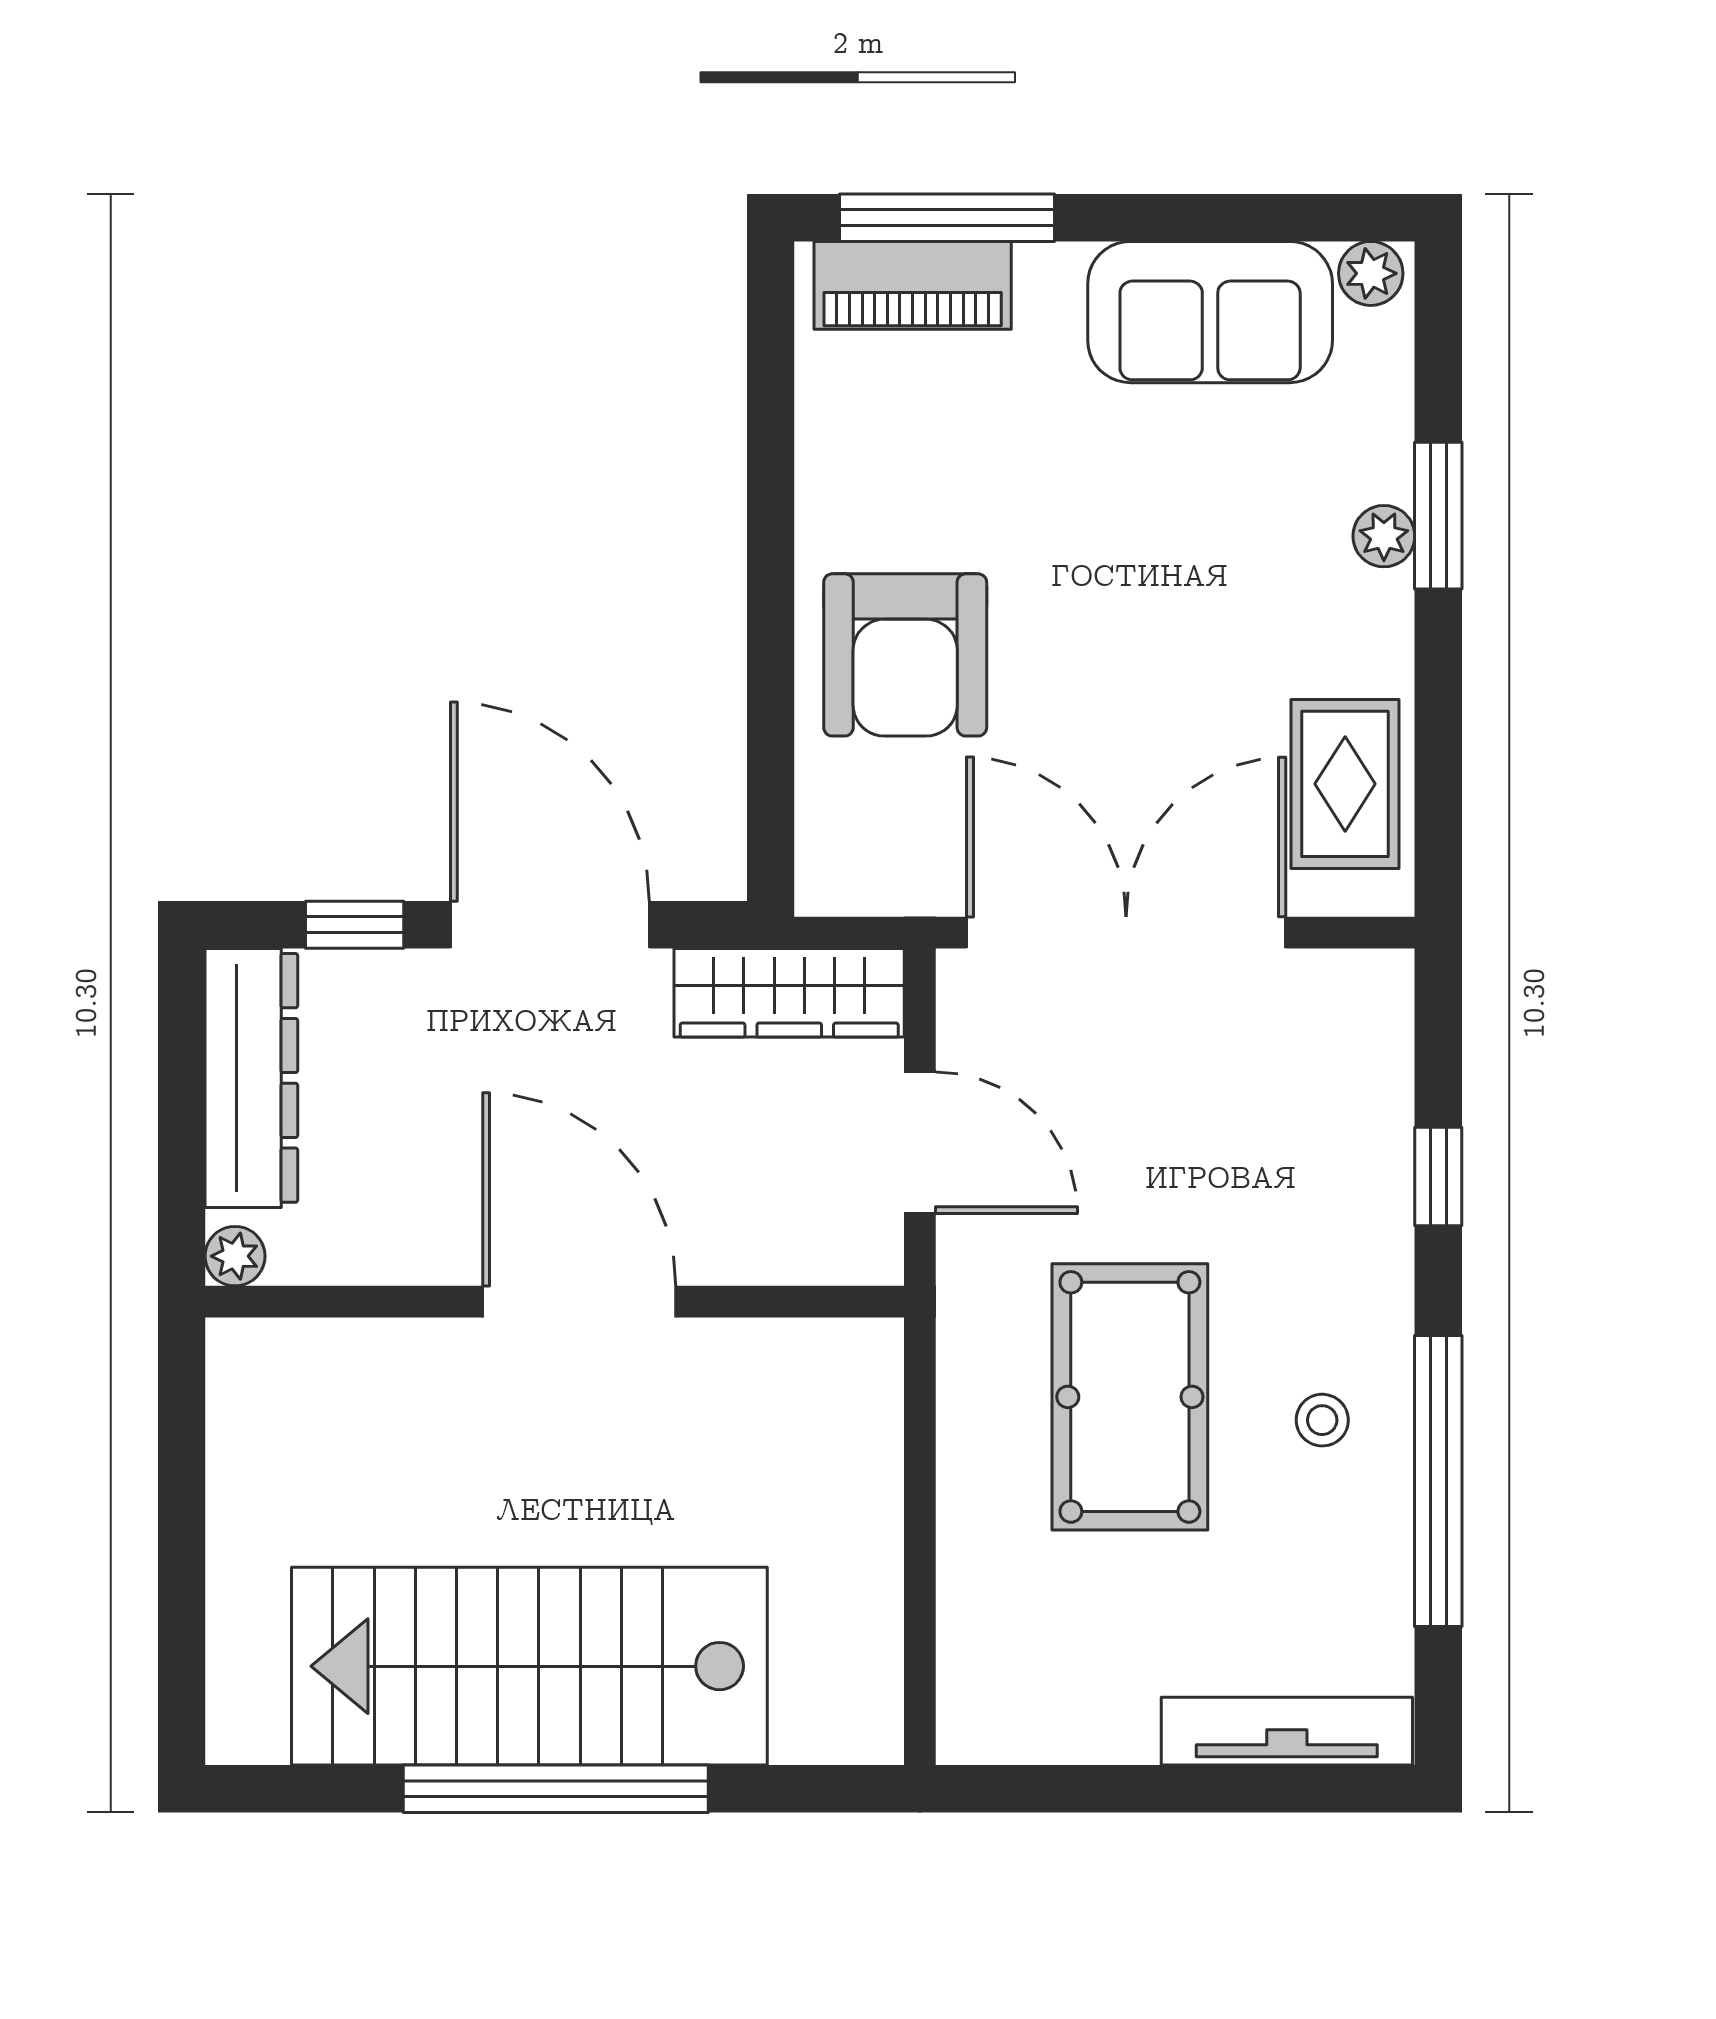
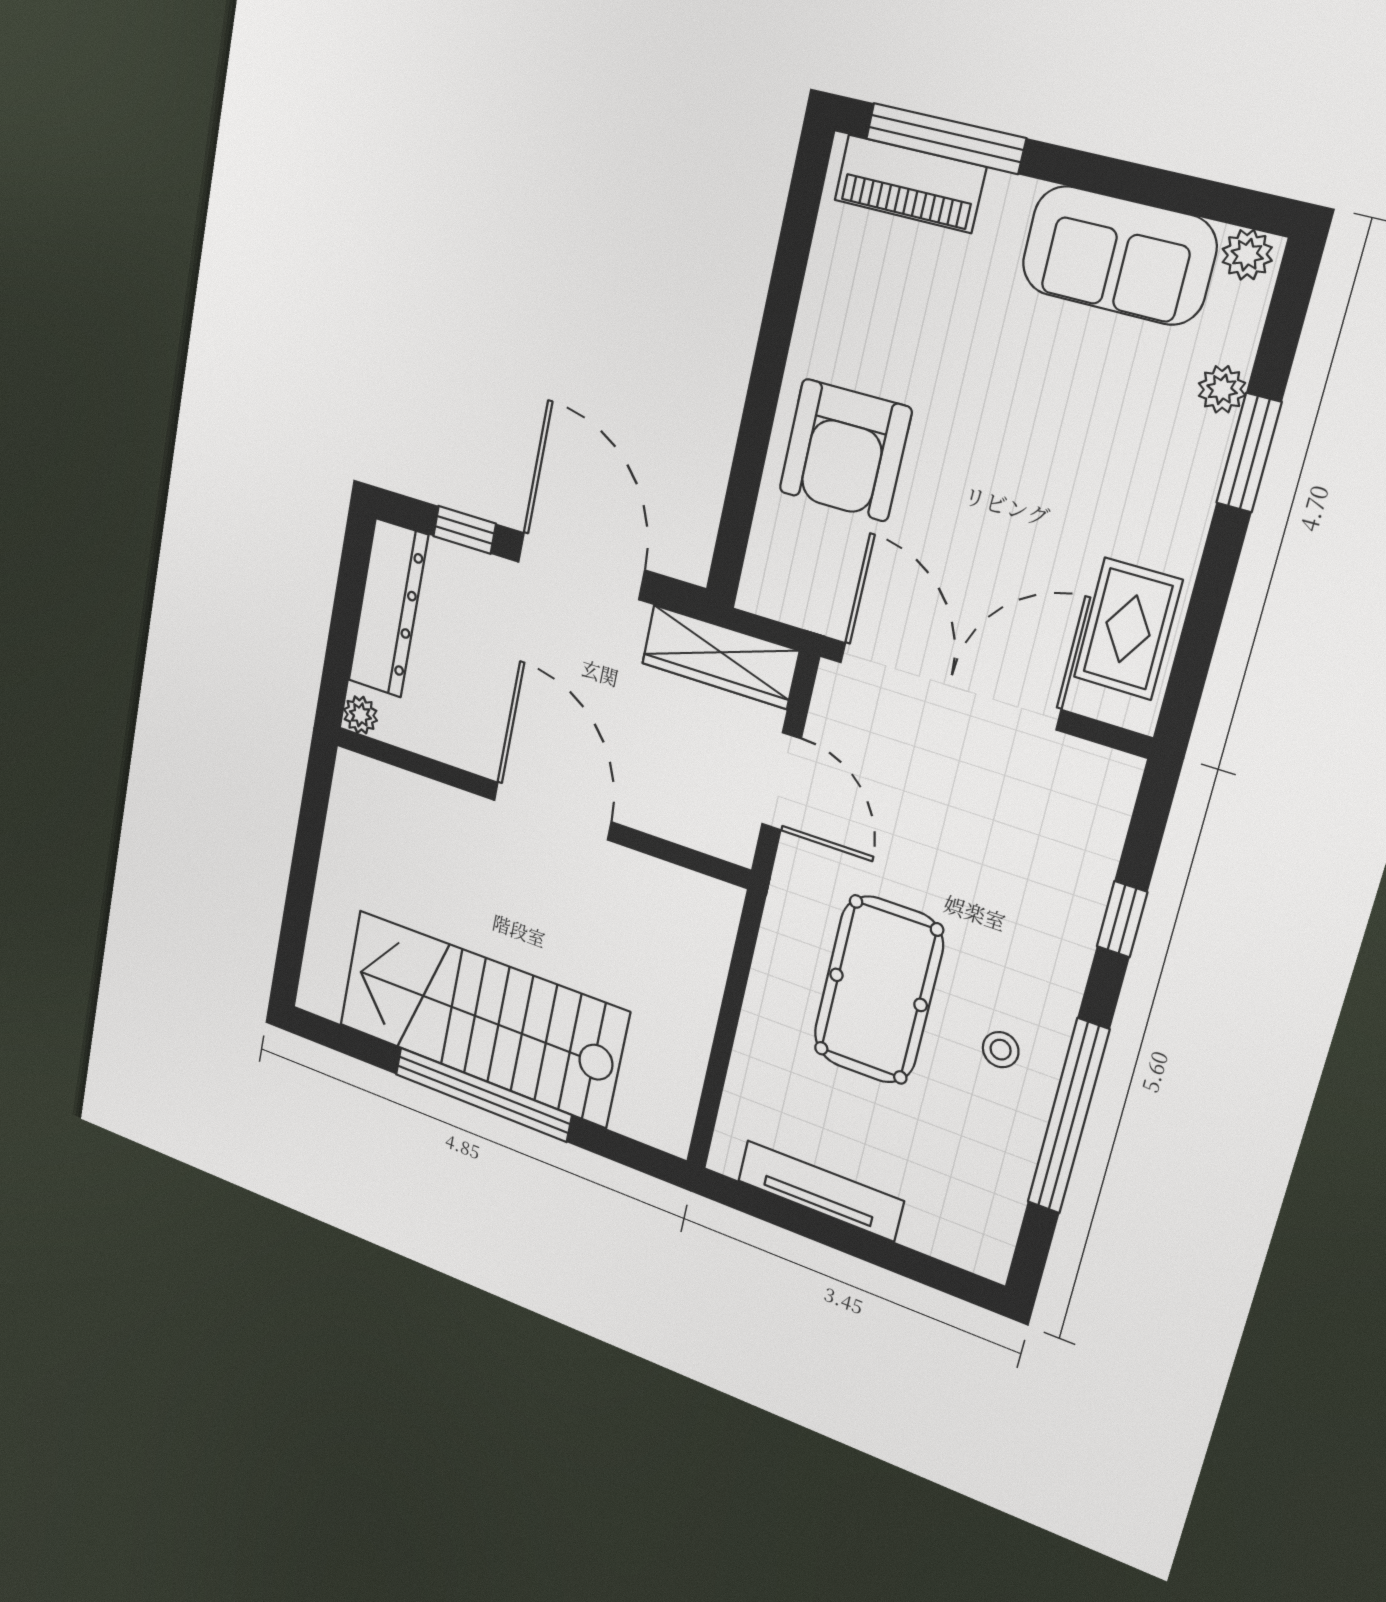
plant: (1384, 536) -> (1222, 389), moved
tv unit: (1287, 1731) -> (820, 1191), moved

